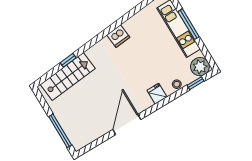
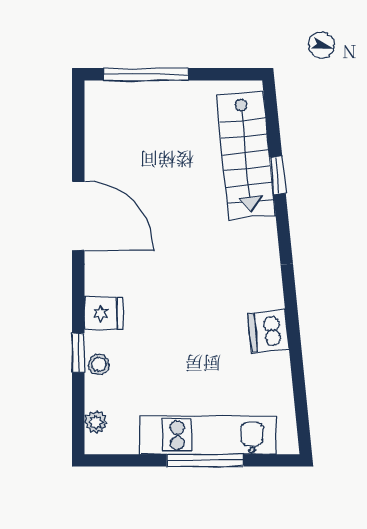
dishwasher: (118, 36) -> (269, 331), moved
plant: (200, 67) -> (96, 422), width x0.53, depth x0.53
window: (196, 83) -> (78, 353), moved

